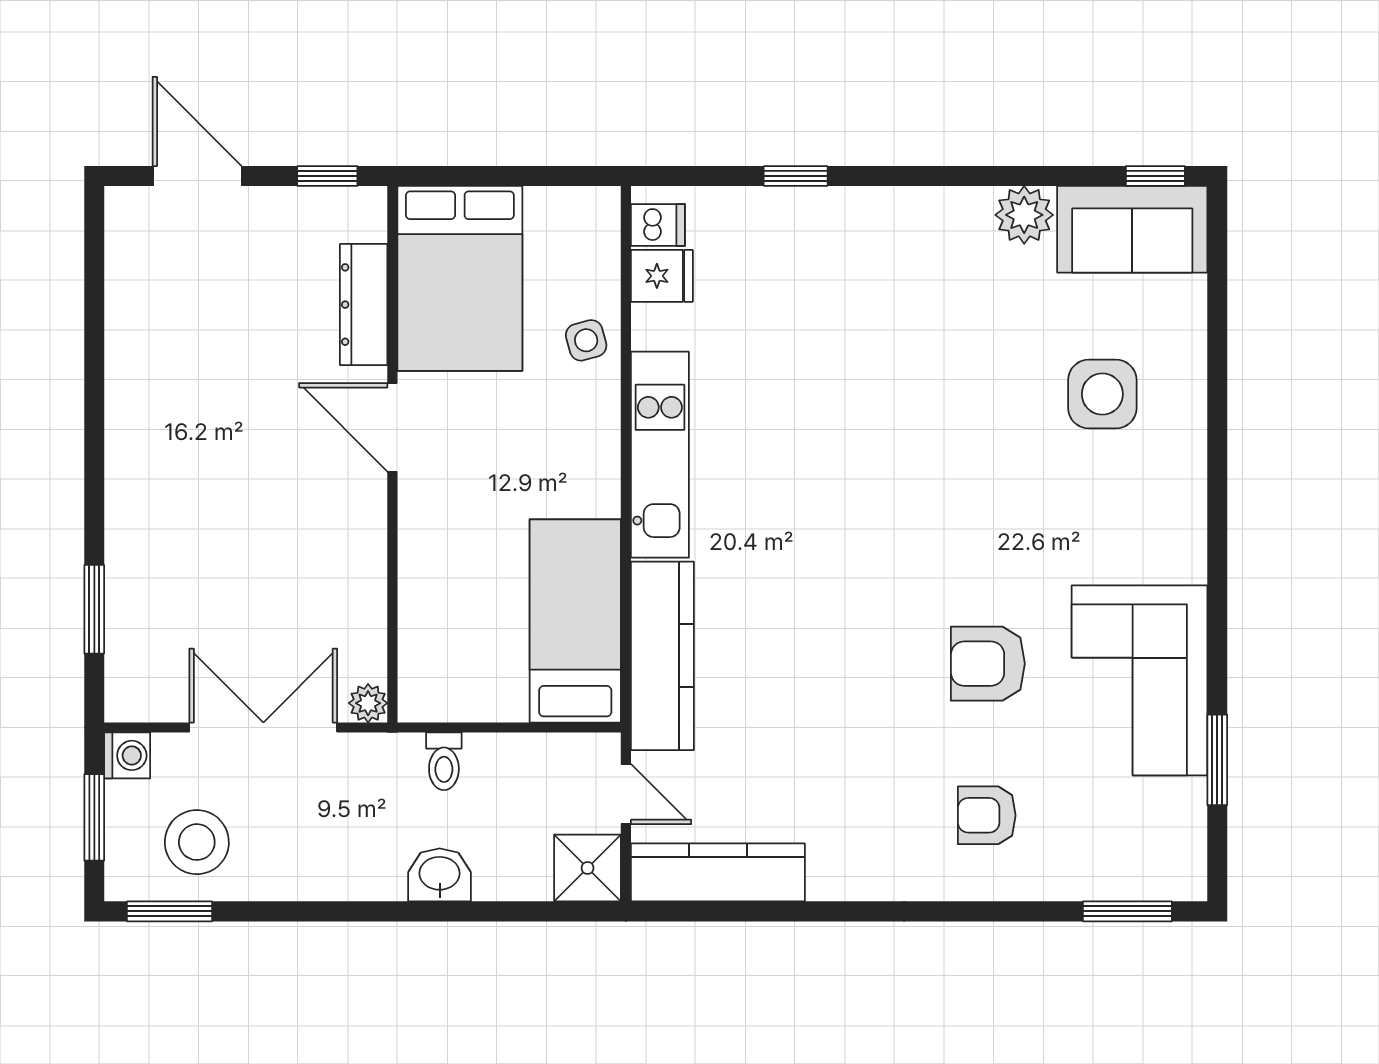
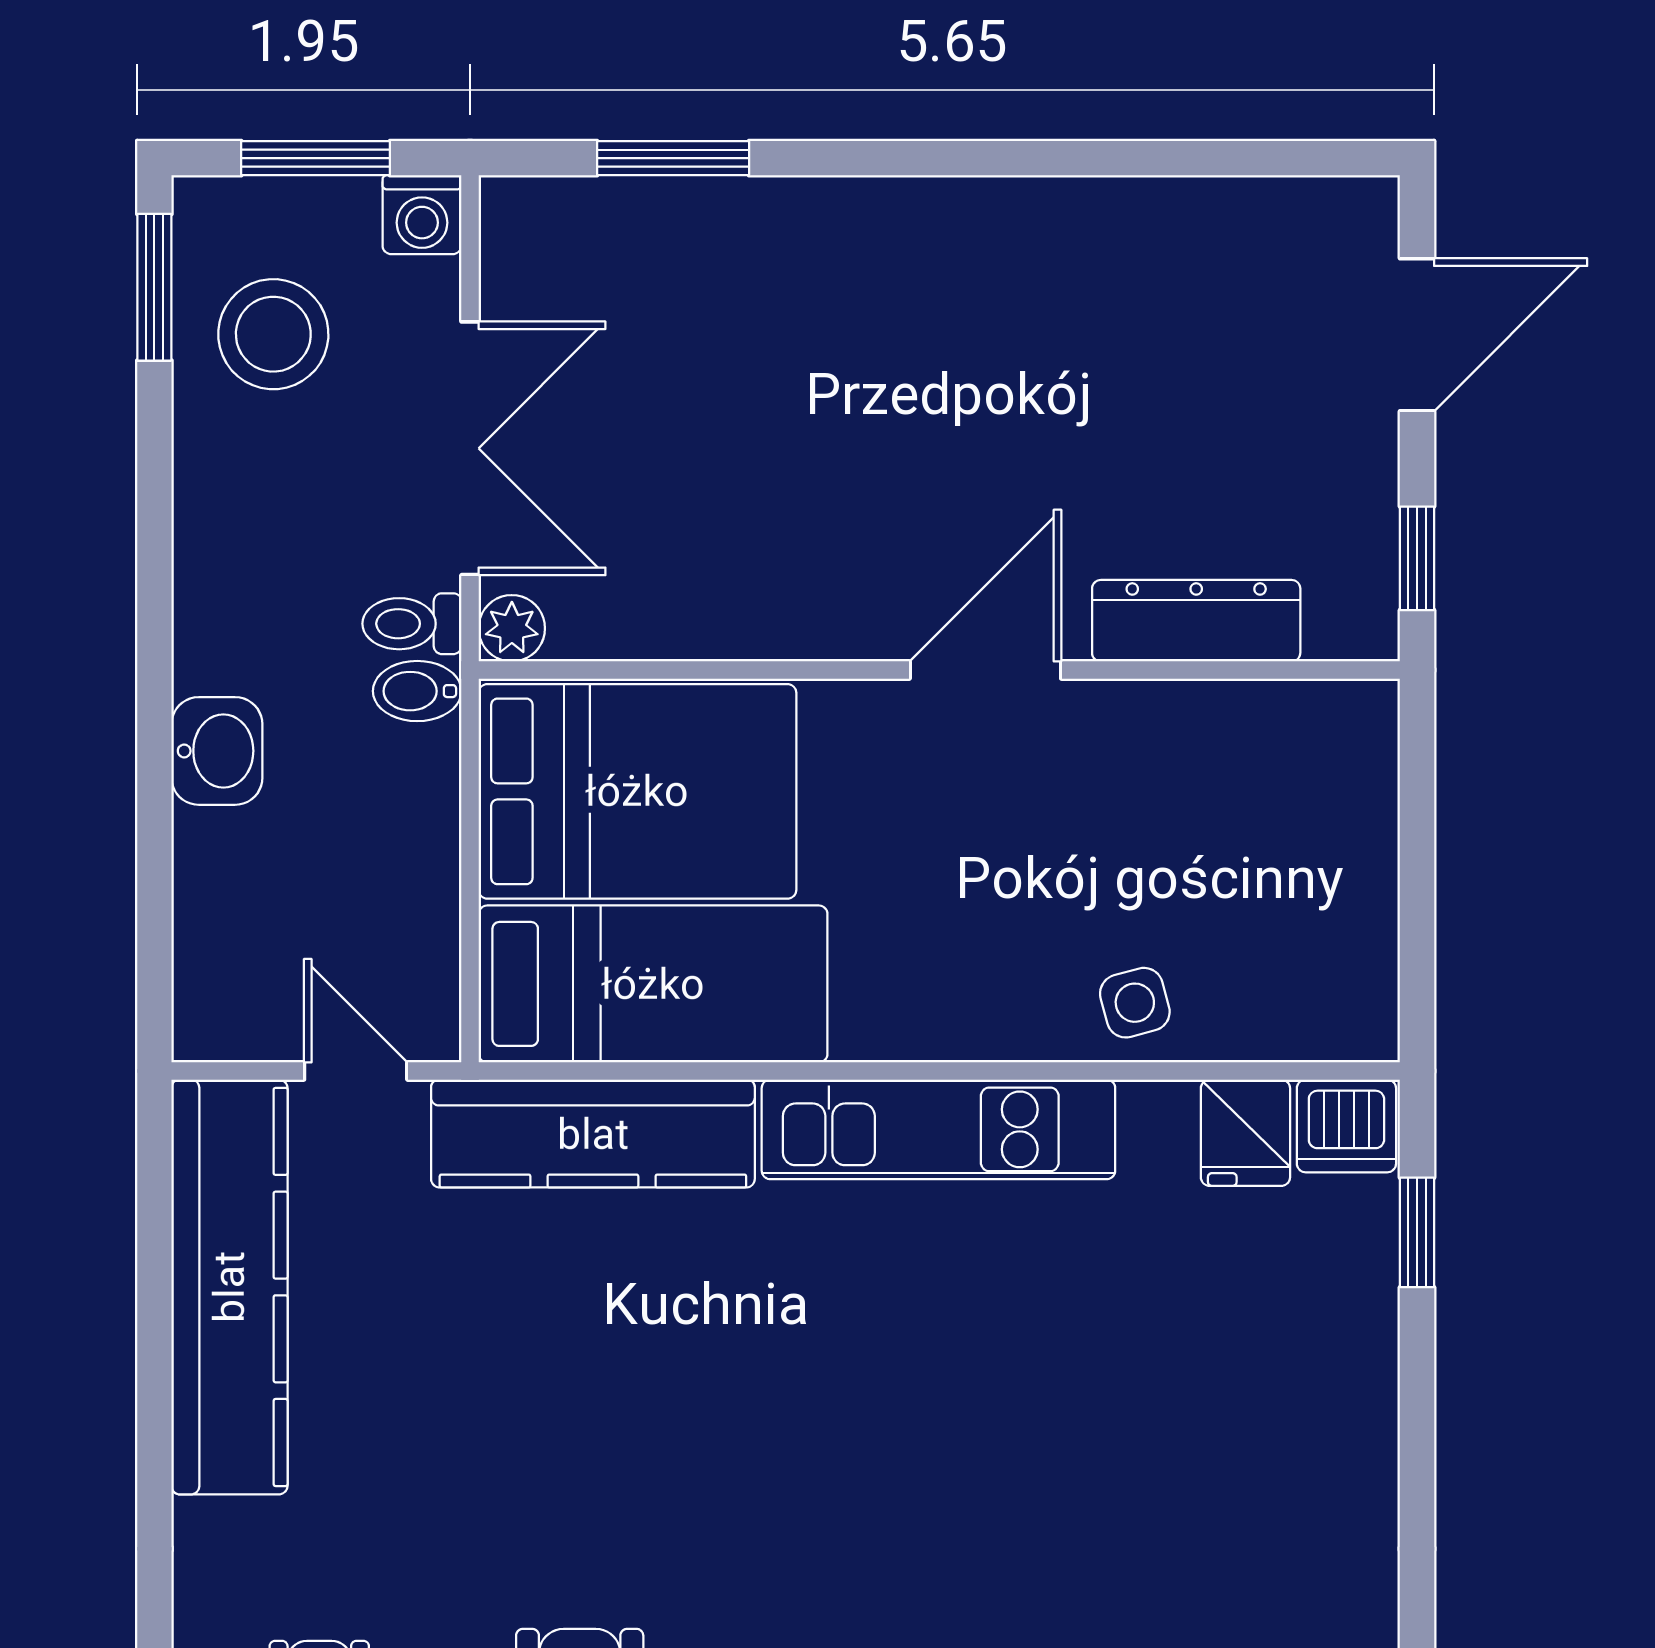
window: (796, 176) -> (1417, 1232), moved
dishwasher: (658, 225) -> (1346, 1126), width x1.38
bed: (460, 278) -> (637, 791), moved, turned 180
bidet: (405, 758) -> (417, 691), added
toilet: (444, 761) -> (412, 624), moved
door: (626, 794) -> (356, 1071), swing flipped
shower: (588, 868) -> (229, 1005), removed
kitchen counter: (718, 872) -> (229, 1287), width x1.39, depth x1.17

